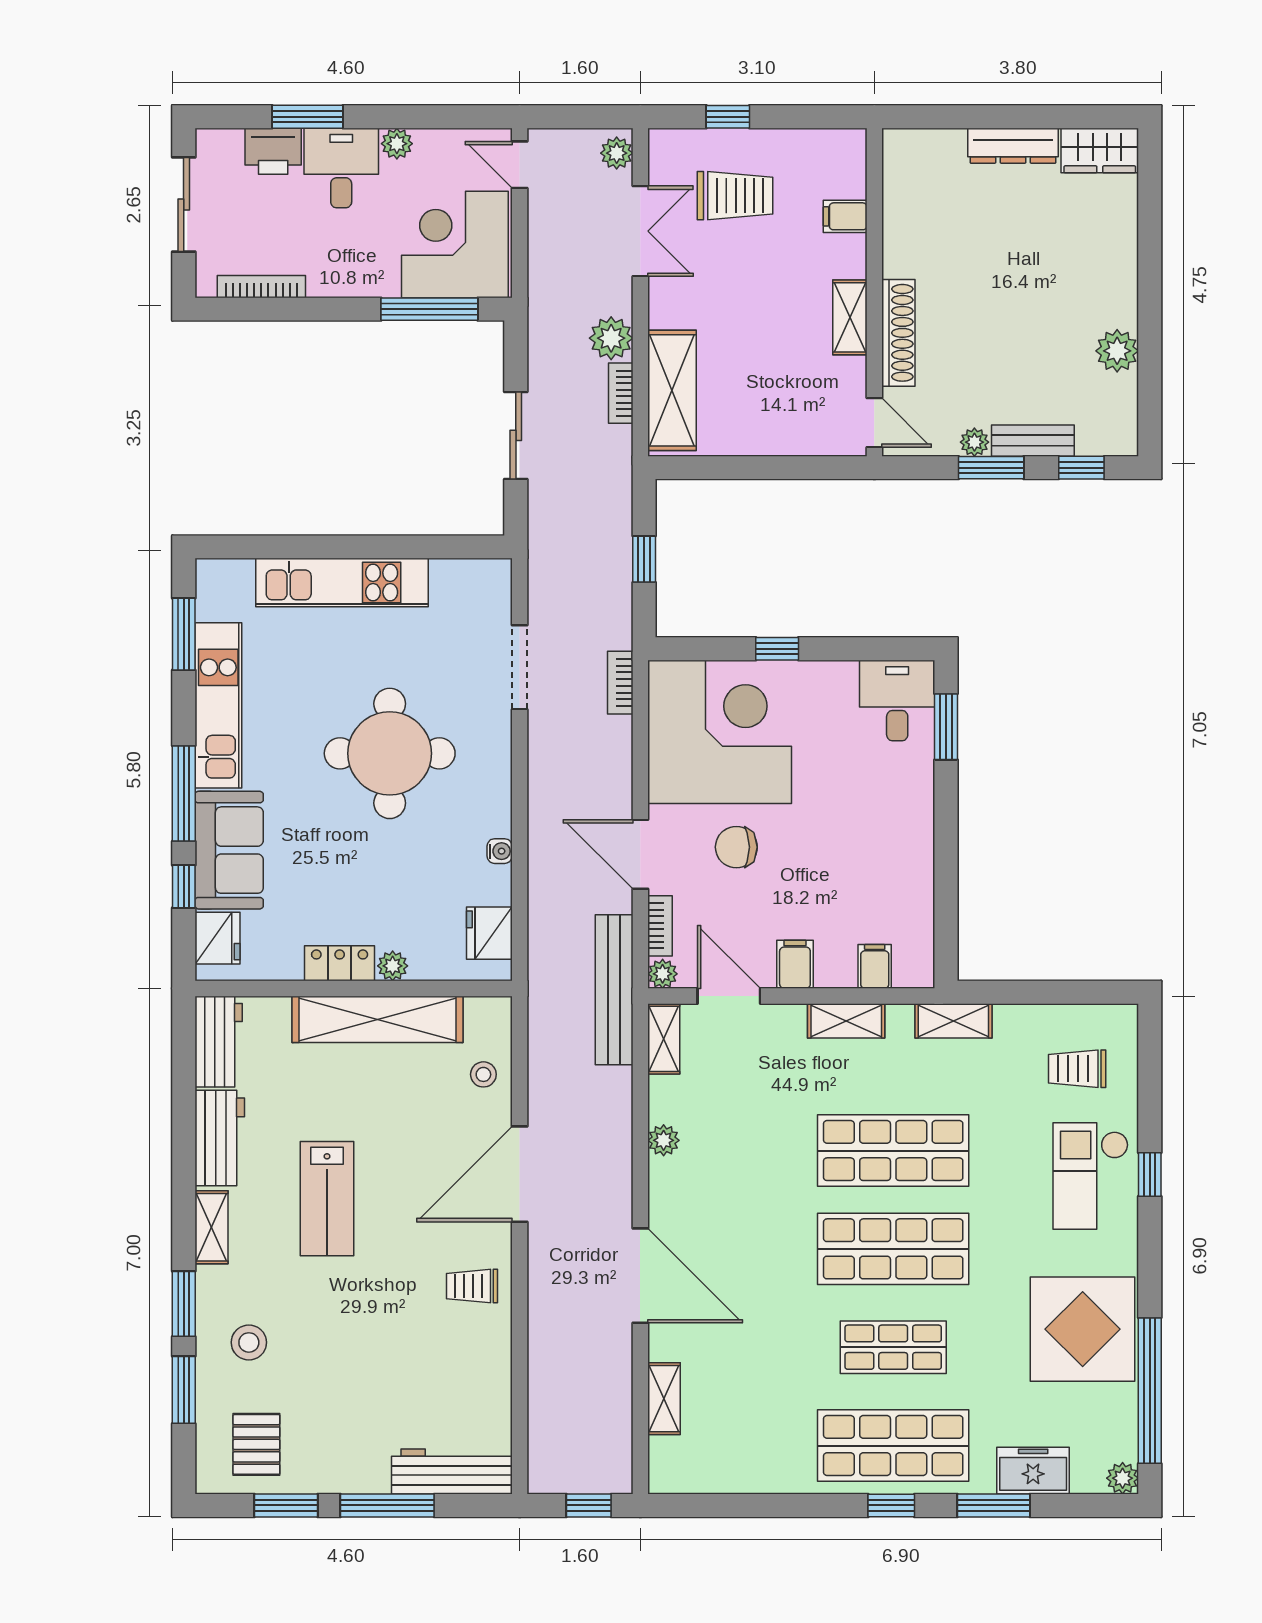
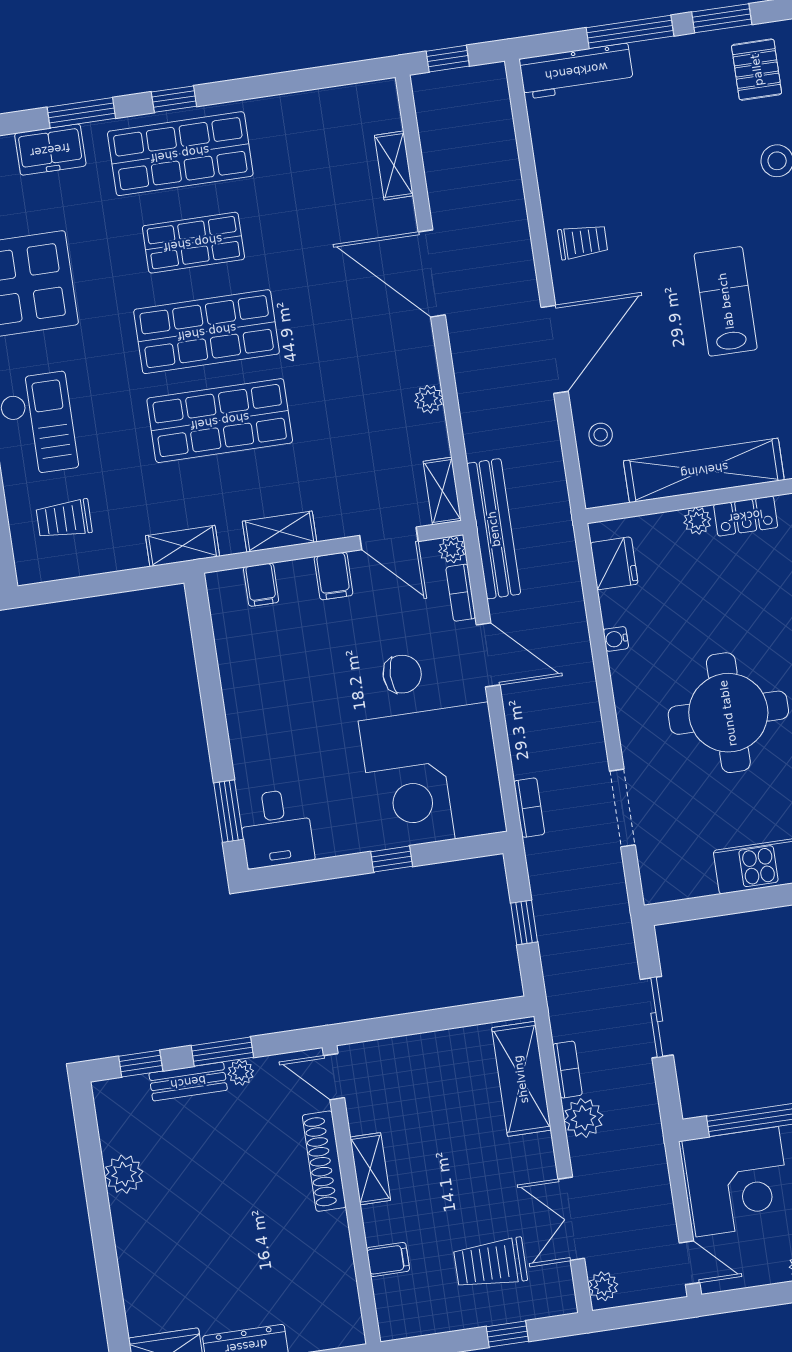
trolley: (1077, 1069) -> (64, 519), turned 180

